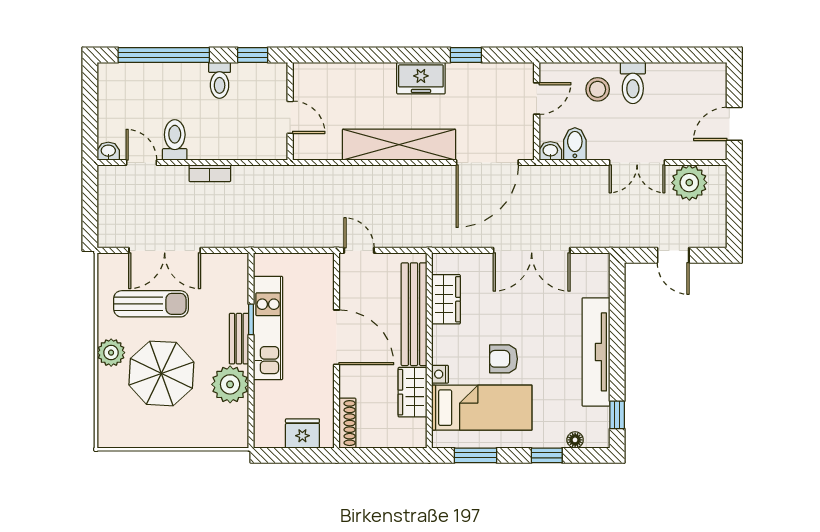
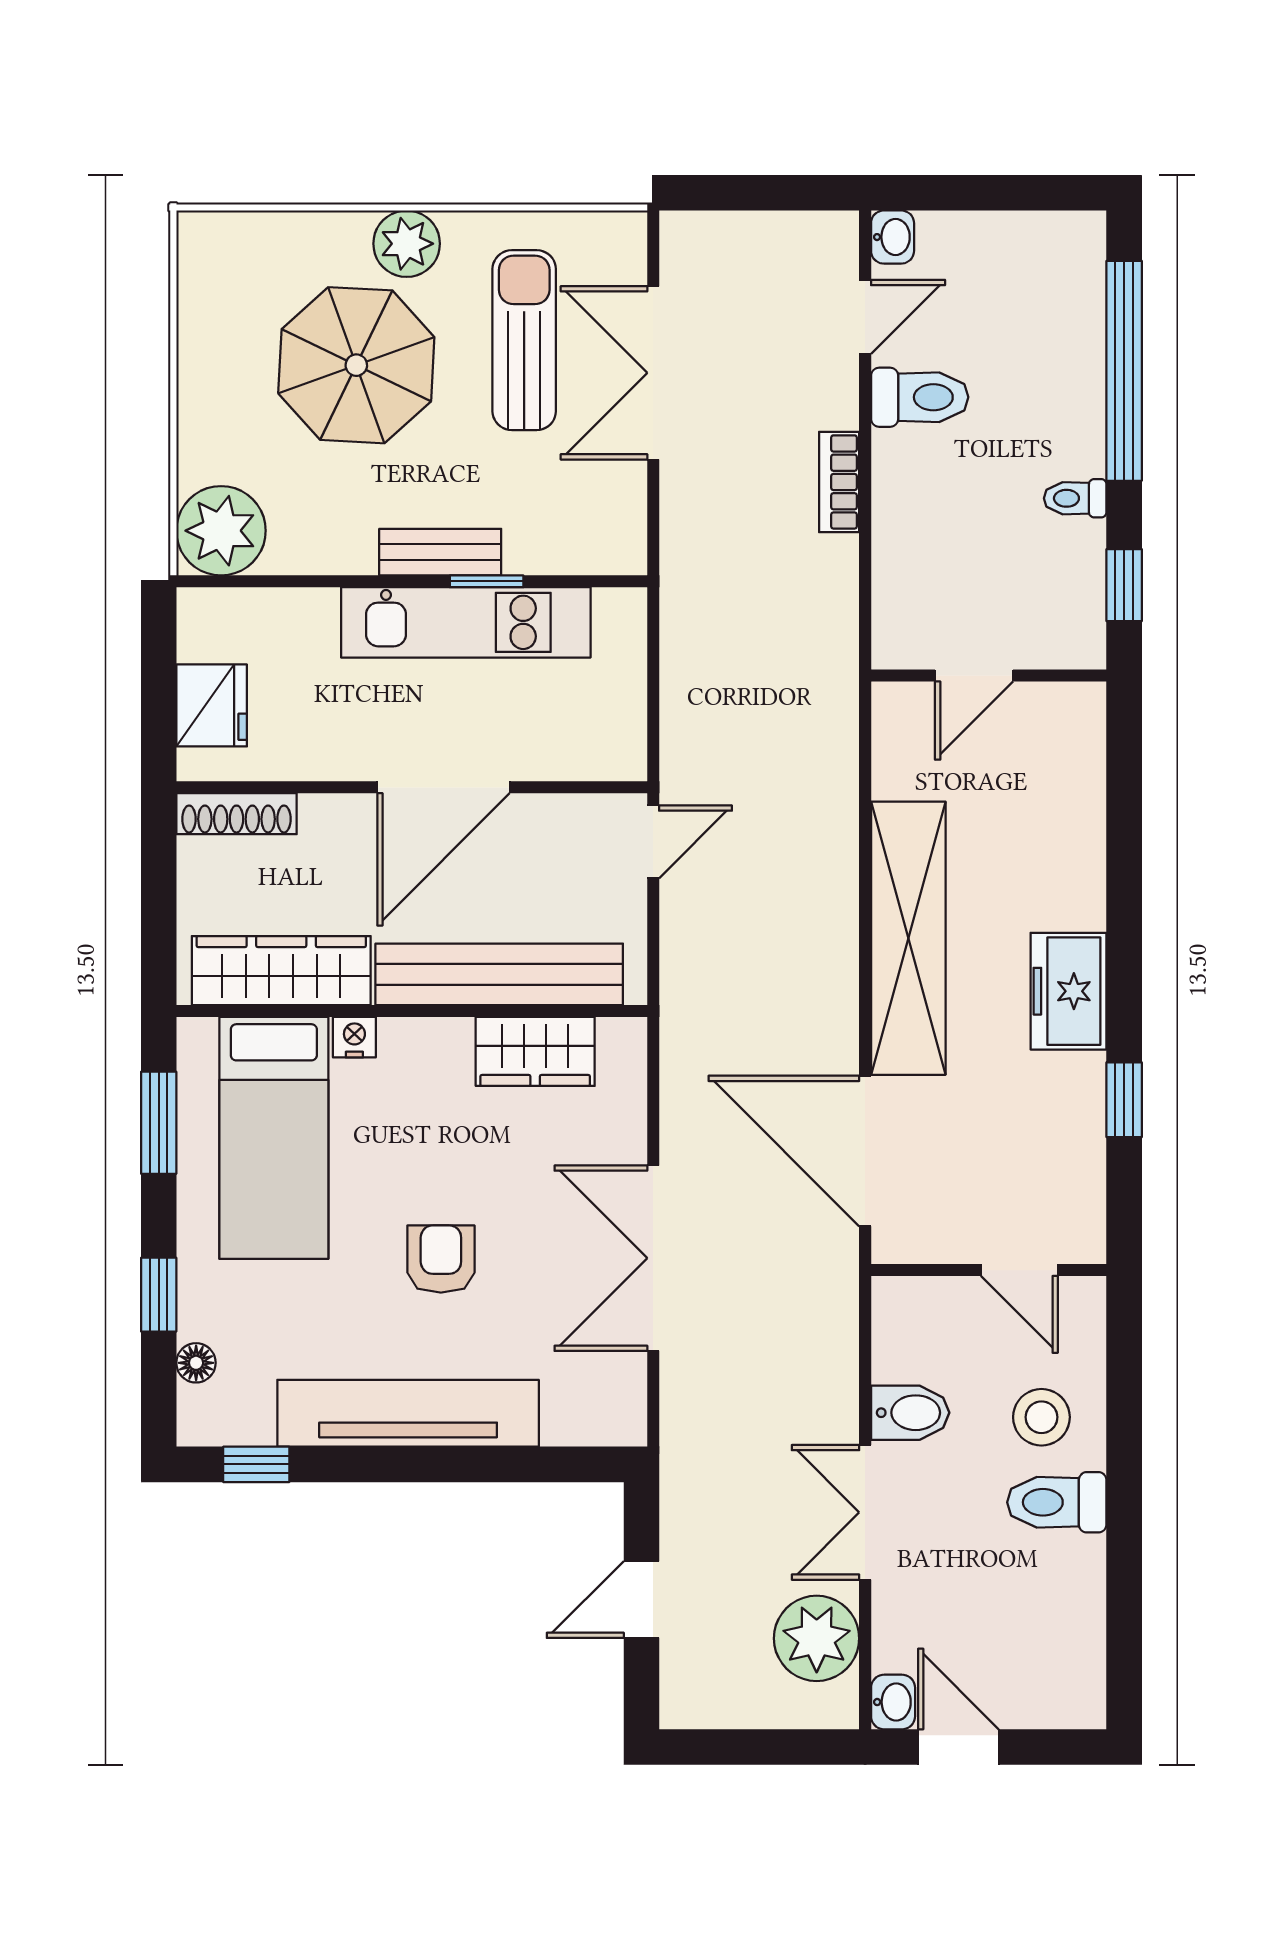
toilet: (220, 80) -> (1075, 498), width x0.73, depth x0.72
bidet: (575, 144) -> (910, 1413), moved
washbasin: (550, 151) -> (893, 1702), moved
sun lounger: (151, 304) -> (524, 340), turned 180
armchair: (504, 359) -> (441, 1259), moved
plant: (230, 384) -> (221, 531), moved
wardrobe: (412, 392) -> (281, 971), width x1.50

